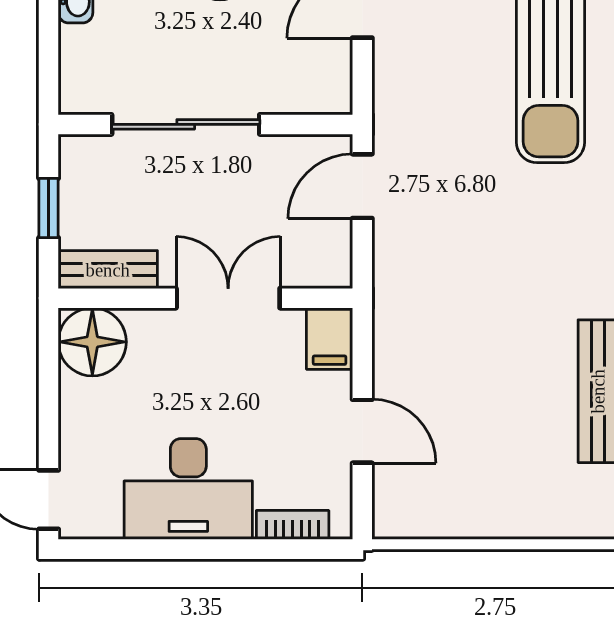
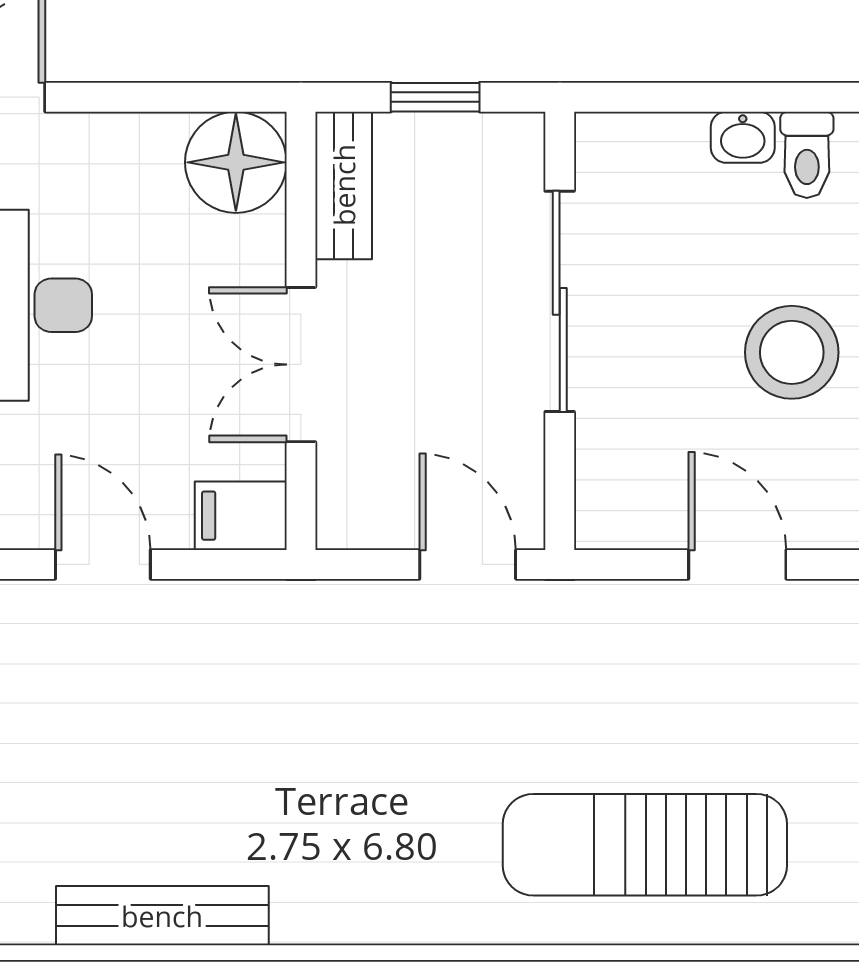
double door: (228, 298) -> (301, 365), swing flipped
door: (362, 431) -> (103, 564), swing flipped

